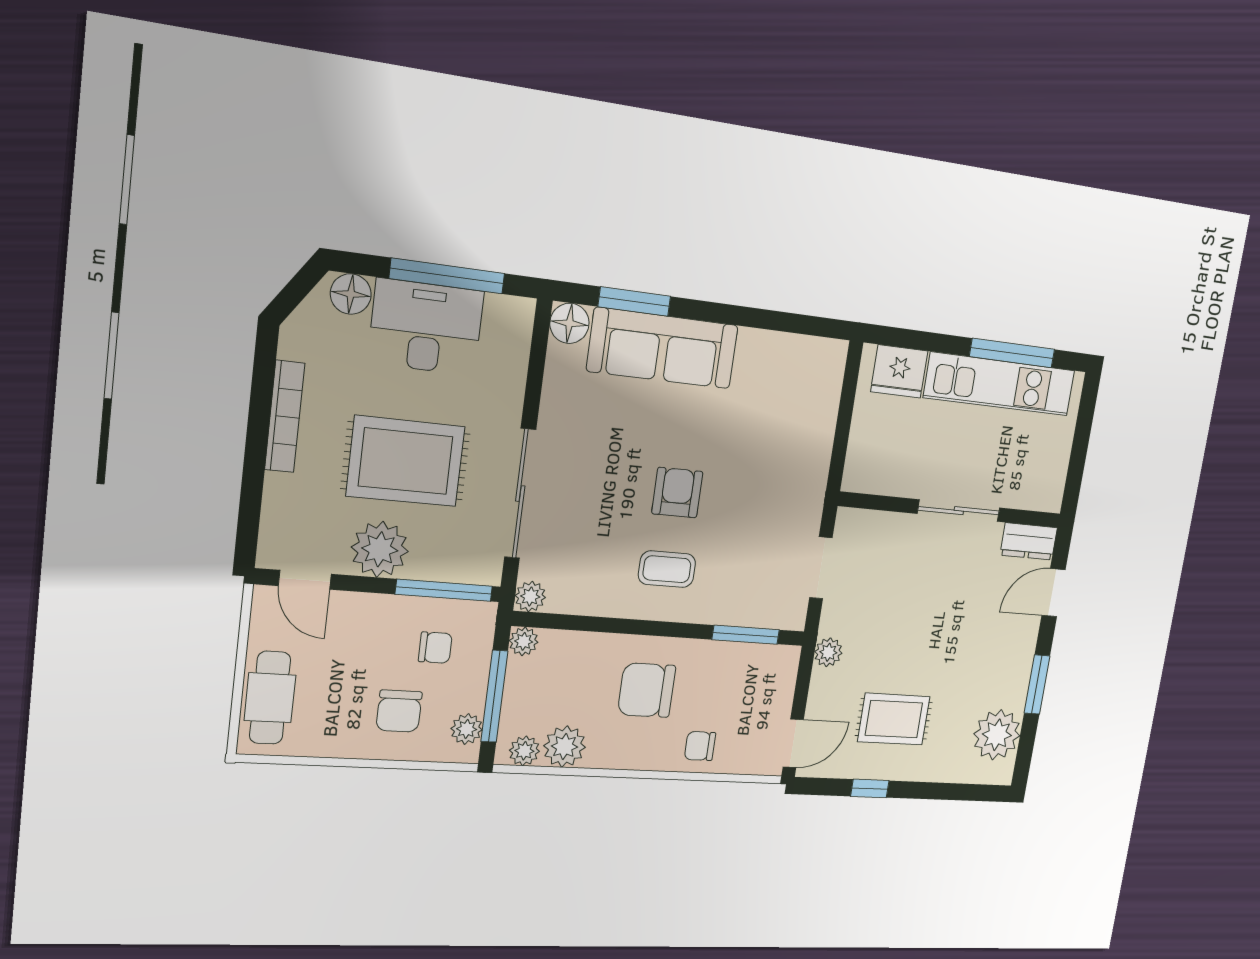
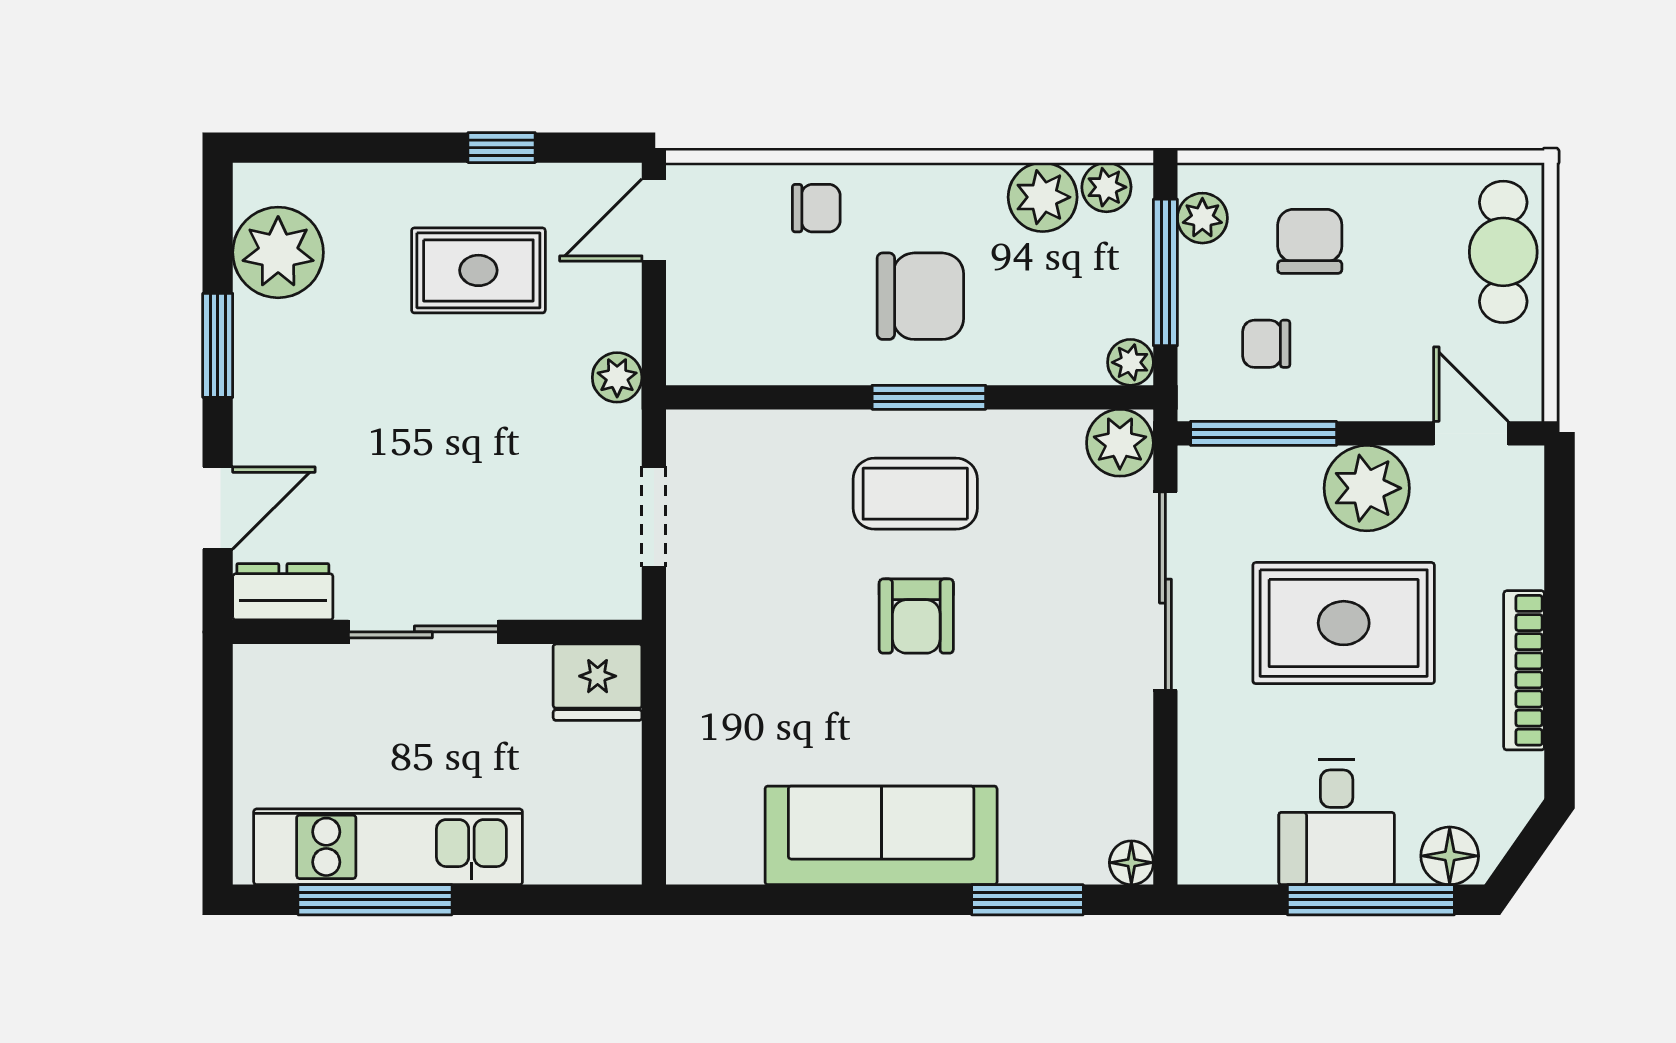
window: (447, 276) -> (1371, 900), moved
floor lamp: (569, 323) -> (1131, 863), width x0.73, depth x0.73
desk: (426, 327) -> (1337, 822), width x0.73
sofa: (663, 348) -> (881, 835), moved
fridge: (899, 371) -> (598, 682), moved, turned 180
coffee table: (667, 569) -> (915, 494), width x1.36, depth x1.30
plant: (530, 597) -> (1120, 443), width x1.38, depth x1.38
window: (746, 635) -> (929, 397), moved

